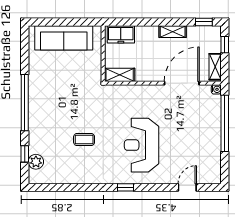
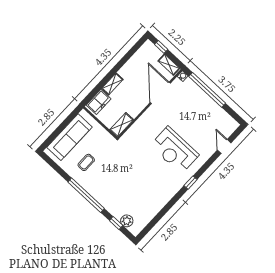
window: (204, 22) -> (137, 47), removed
shelving: (173, 32) -> (112, 84), moved
coffee table: (84, 140) -> (86, 162), moved

